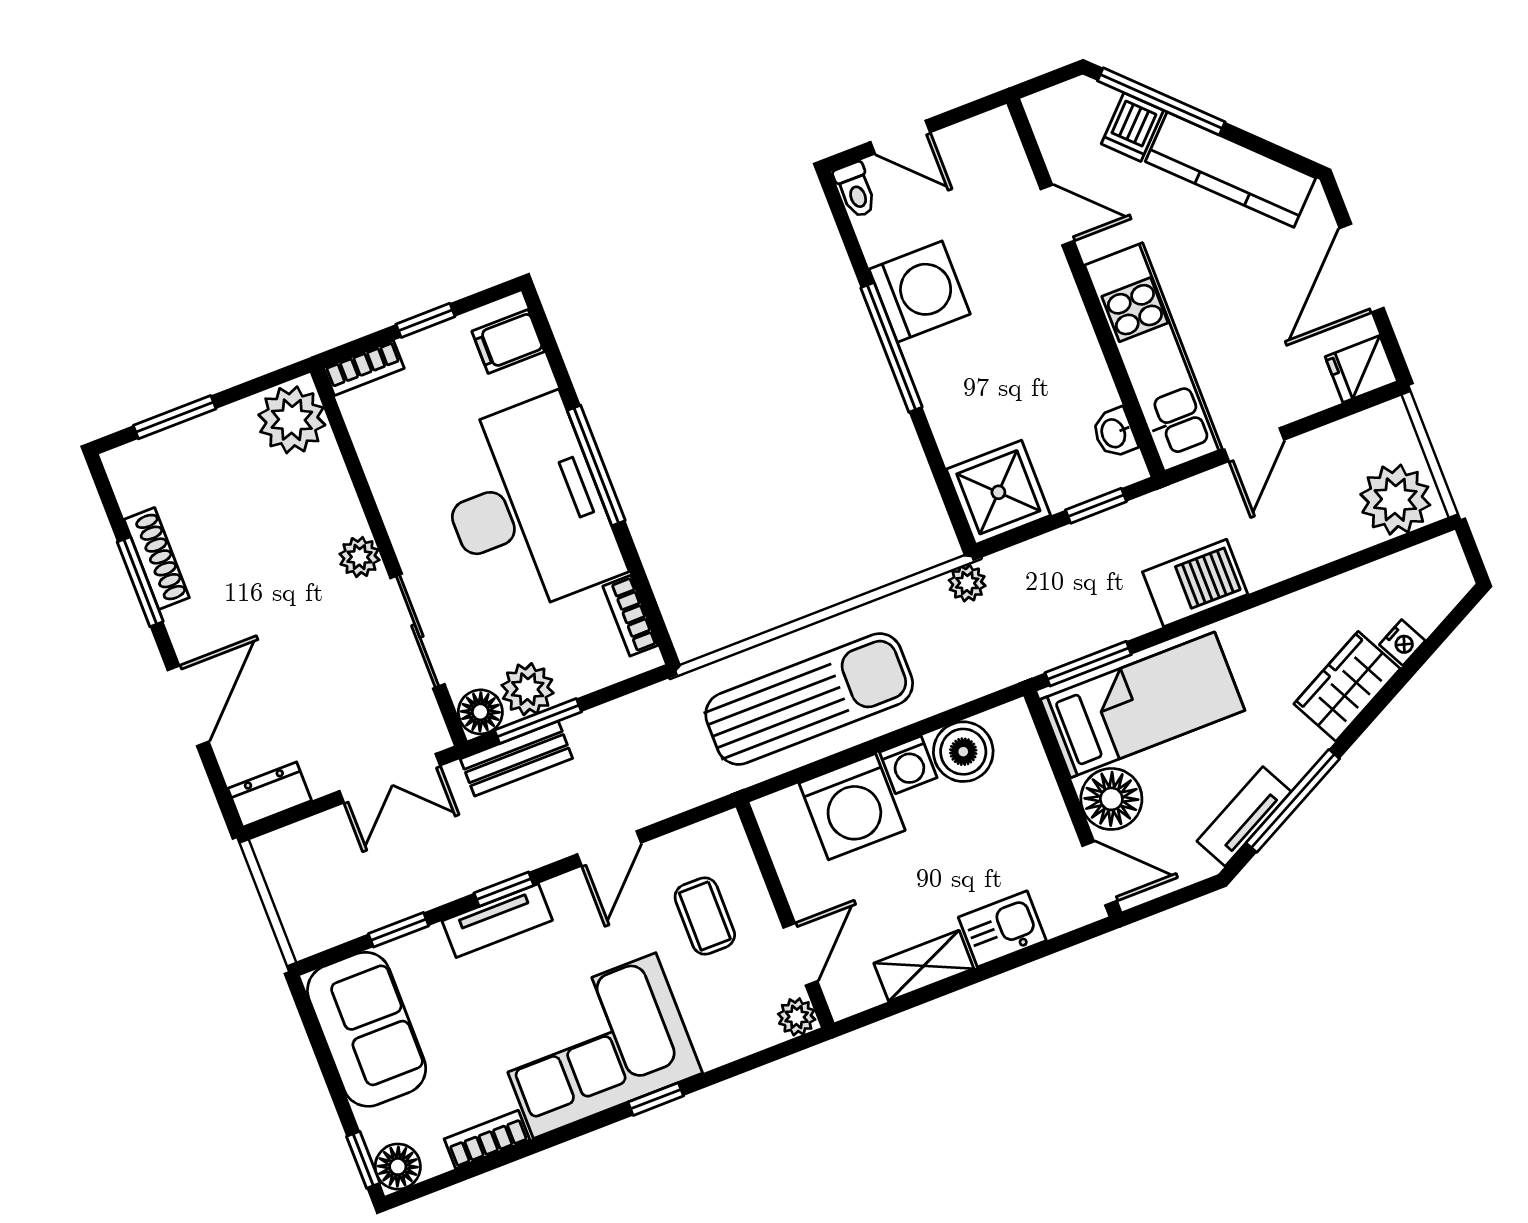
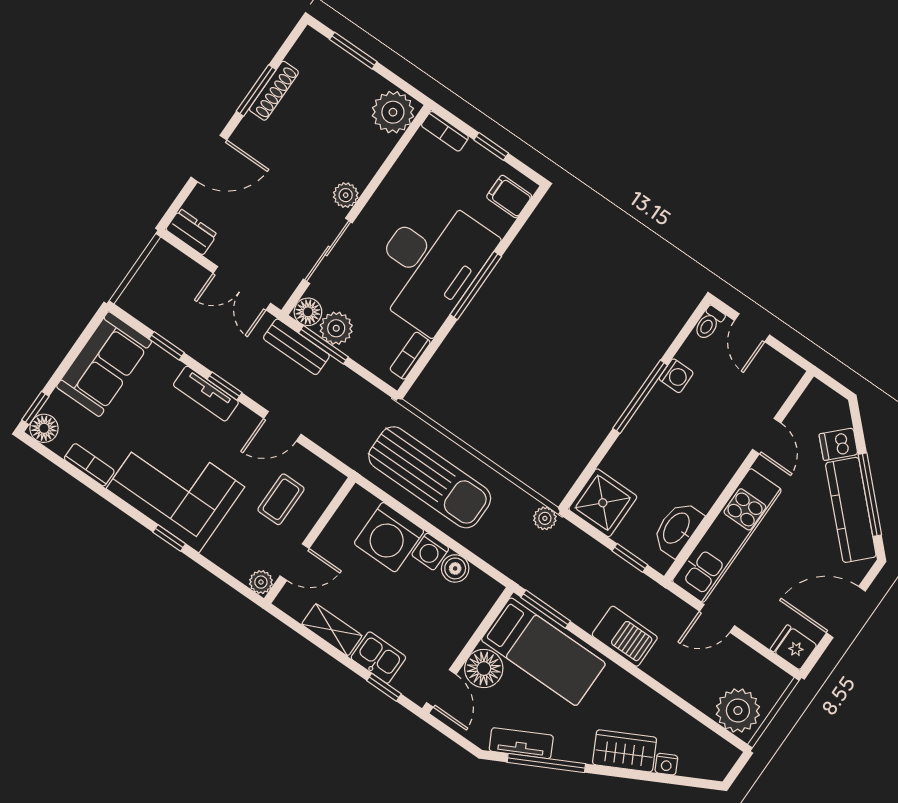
window: (1161, 101) -> (870, 495), moved
washing machine: (920, 292) -> (676, 376), width x0.53, depth x0.53
washbasin: (1114, 433) -> (677, 529), width x1.91, depth x1.45
boiler: (963, 752) -> (455, 568), width x0.73, depth x0.73
window: (1047, 948) -> (384, 687), added

